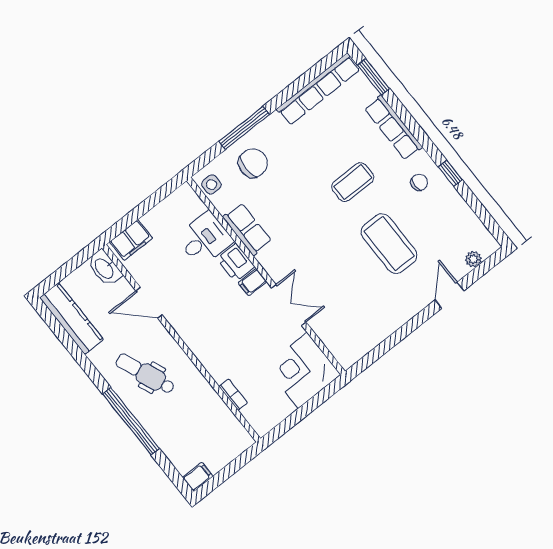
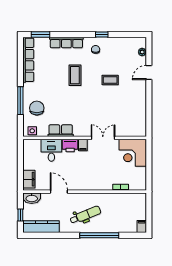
coffee table: (389, 244) -> (110, 80), width x0.54, depth x0.58
window: (64, 271) -> (20, 215), added
door: (449, 295) -> (149, 73), hinge flipped
door: (149, 303) -> (59, 192), swing flipped
dental chair: (145, 374) -> (85, 215), turned 180

